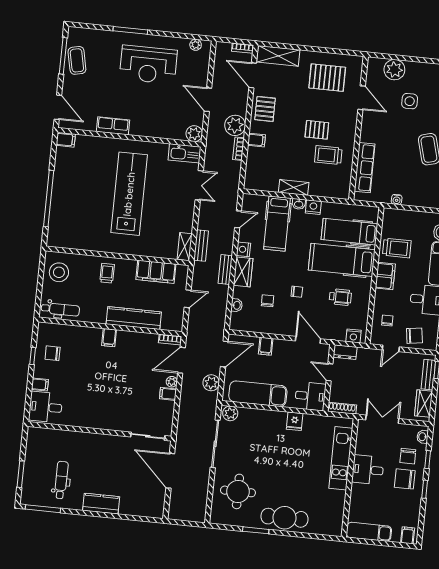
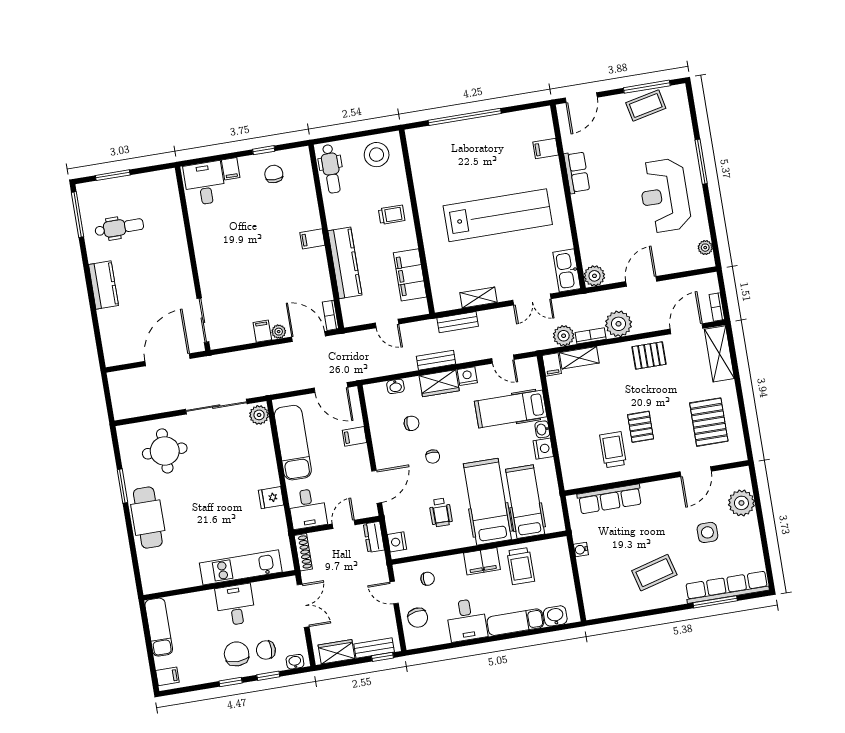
filing cabinet: (66, 140) -> (546, 148), moved, turned 90
filing cabinet: (256, 140) -> (552, 365), moved
shelving: (294, 187) -> (579, 358), moved, turned 90
shelving: (185, 247) -> (479, 298), moved
plant: (211, 383) -> (564, 336), moved

